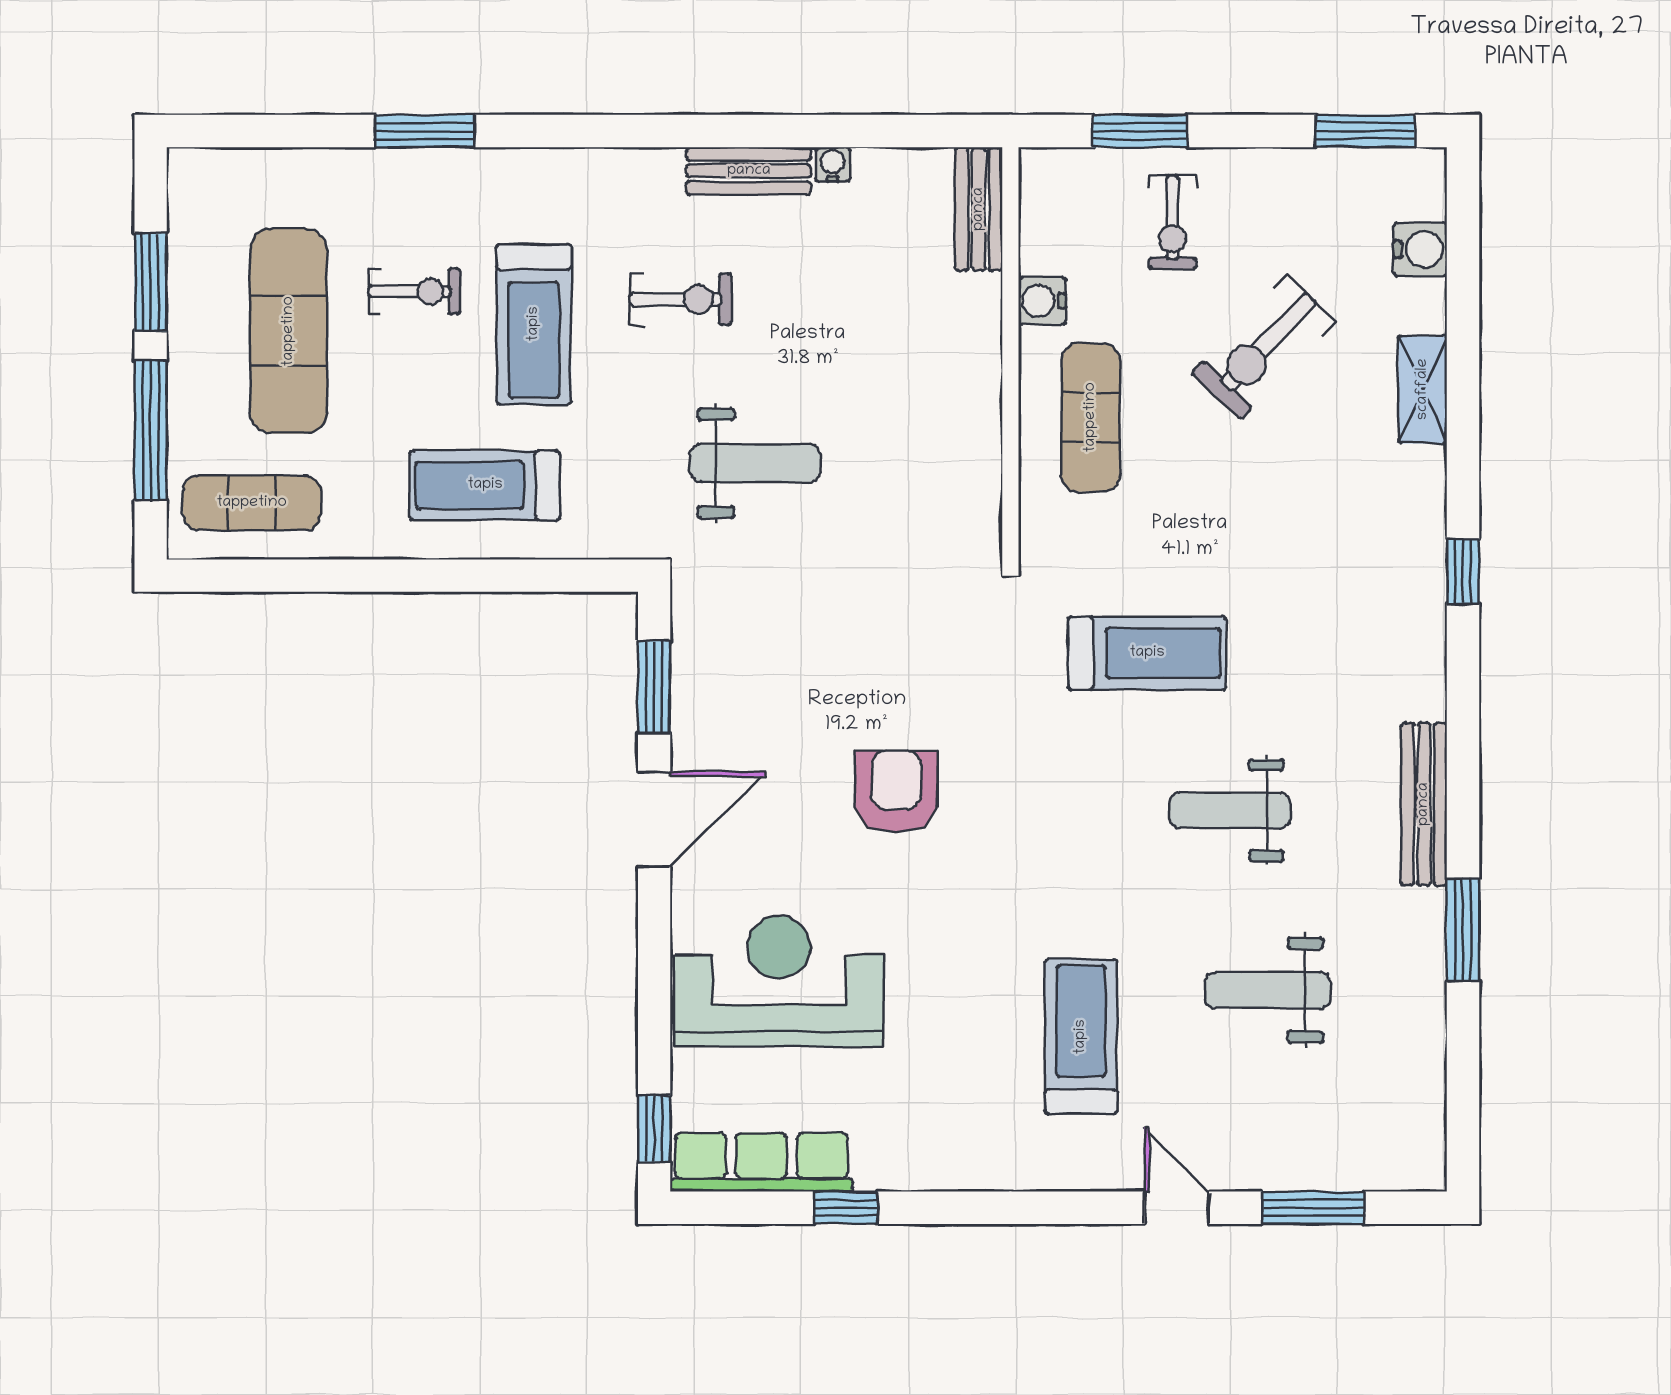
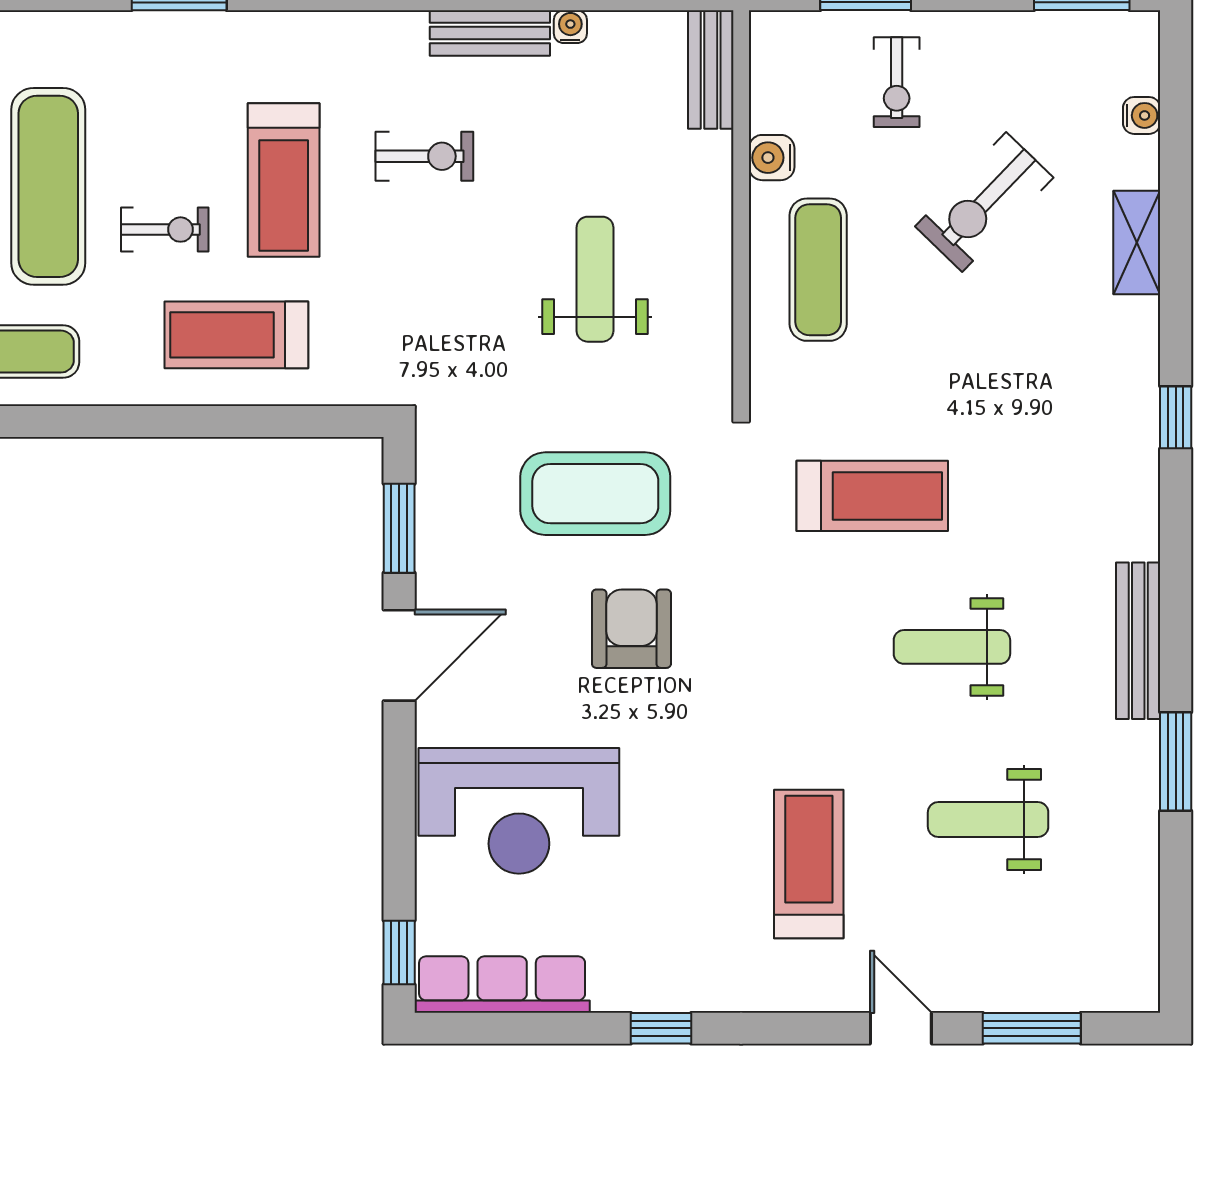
water cooler: (1420, 249) -> (1142, 115), width x0.72, depth x0.72
exercise bike: (414, 291) -> (165, 230), moved
weight bench: (755, 463) -> (595, 279), moved, turned -90
coffee table: (858, 651) -> (595, 494), added
reception desk: (779, 981) -> (519, 811), turned 180
window: (846, 1208) -> (661, 1028), moved

